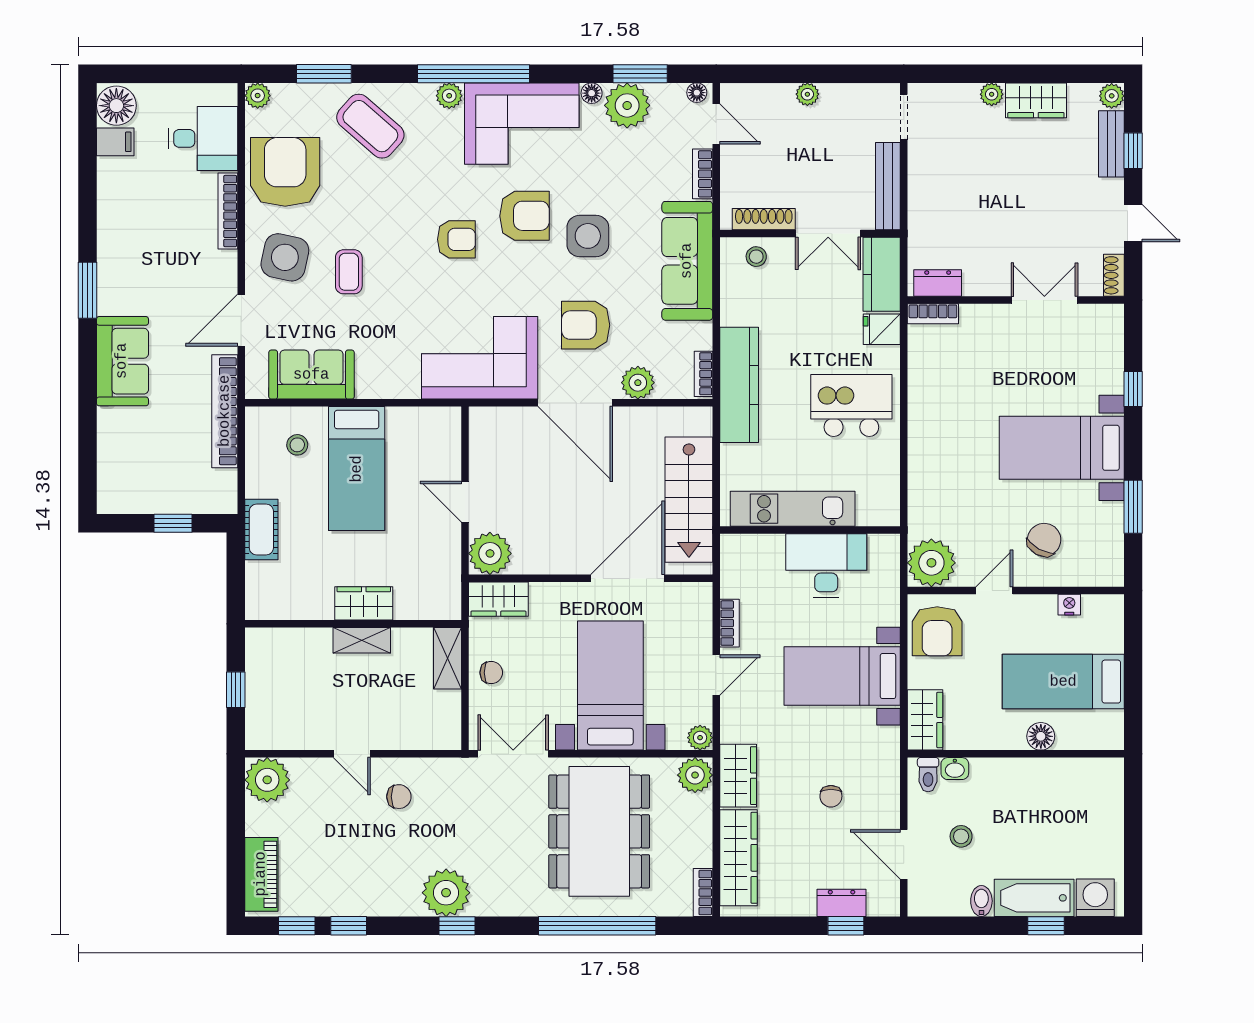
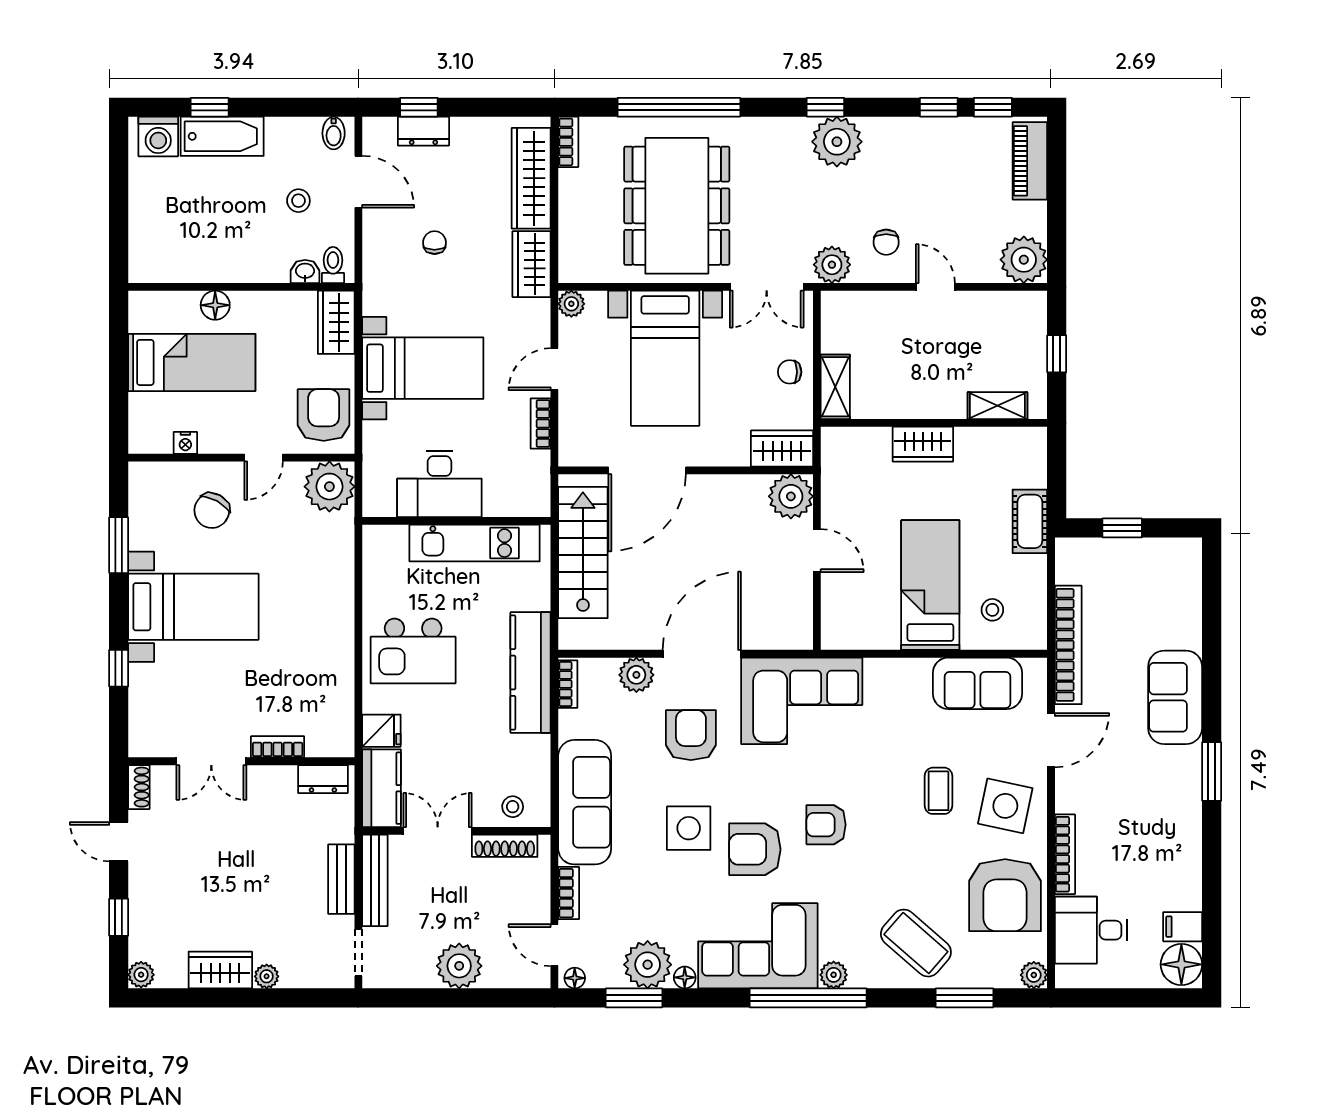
plant: (807, 94) -> (459, 966), width x1.88, depth x1.88
bench: (1111, 144) -> (341, 879), moved
bookcase: (933, 314) -> (278, 747), moved
armchair: (586, 325) -> (691, 735), turned -90
door: (575, 403) -> (702, 654), hinge flipped
shelving: (362, 640) -> (997, 406), moved
plant: (695, 775) -> (832, 265), moved
chair: (399, 797) -> (886, 242), turned -90
bidet: (981, 901) -> (334, 133), moved

